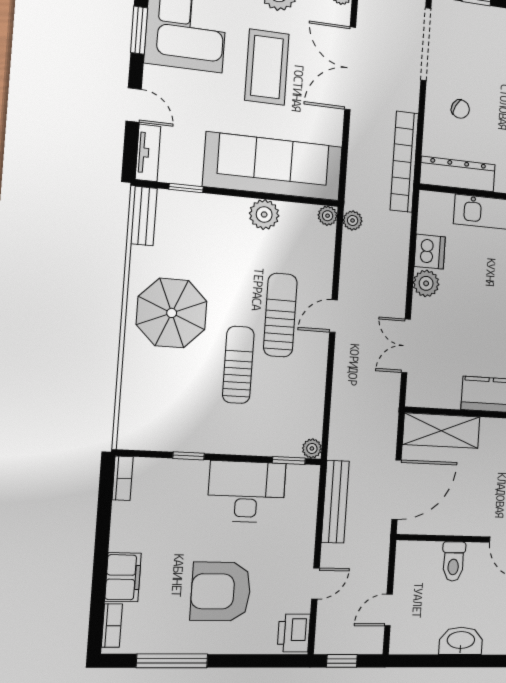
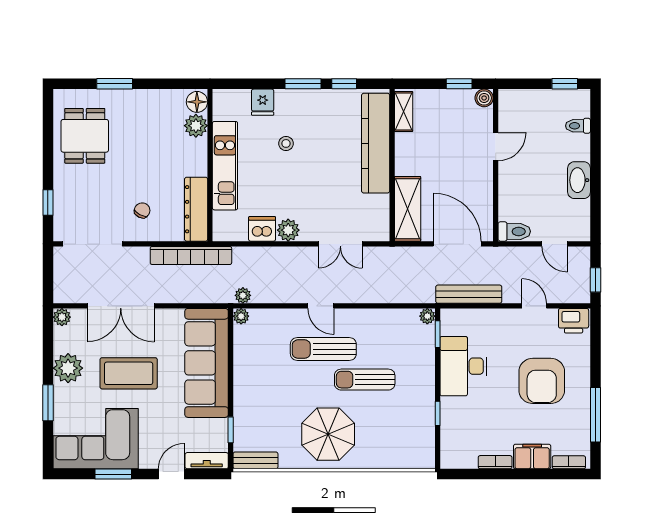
plant: (264, 215) -> (245, 367), removed
bookcase: (123, 478) -> (495, 462), moved
toilet: (453, 561) -> (514, 231), moved

